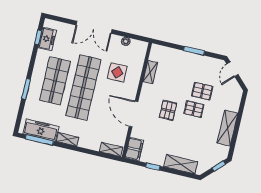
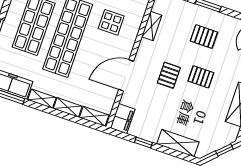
pallet: (202, 91) -> (204, 37), moved
door: (134, 114) -> (126, 75), hinge flipped
shelving: (89, 144) -> (68, 107), added

